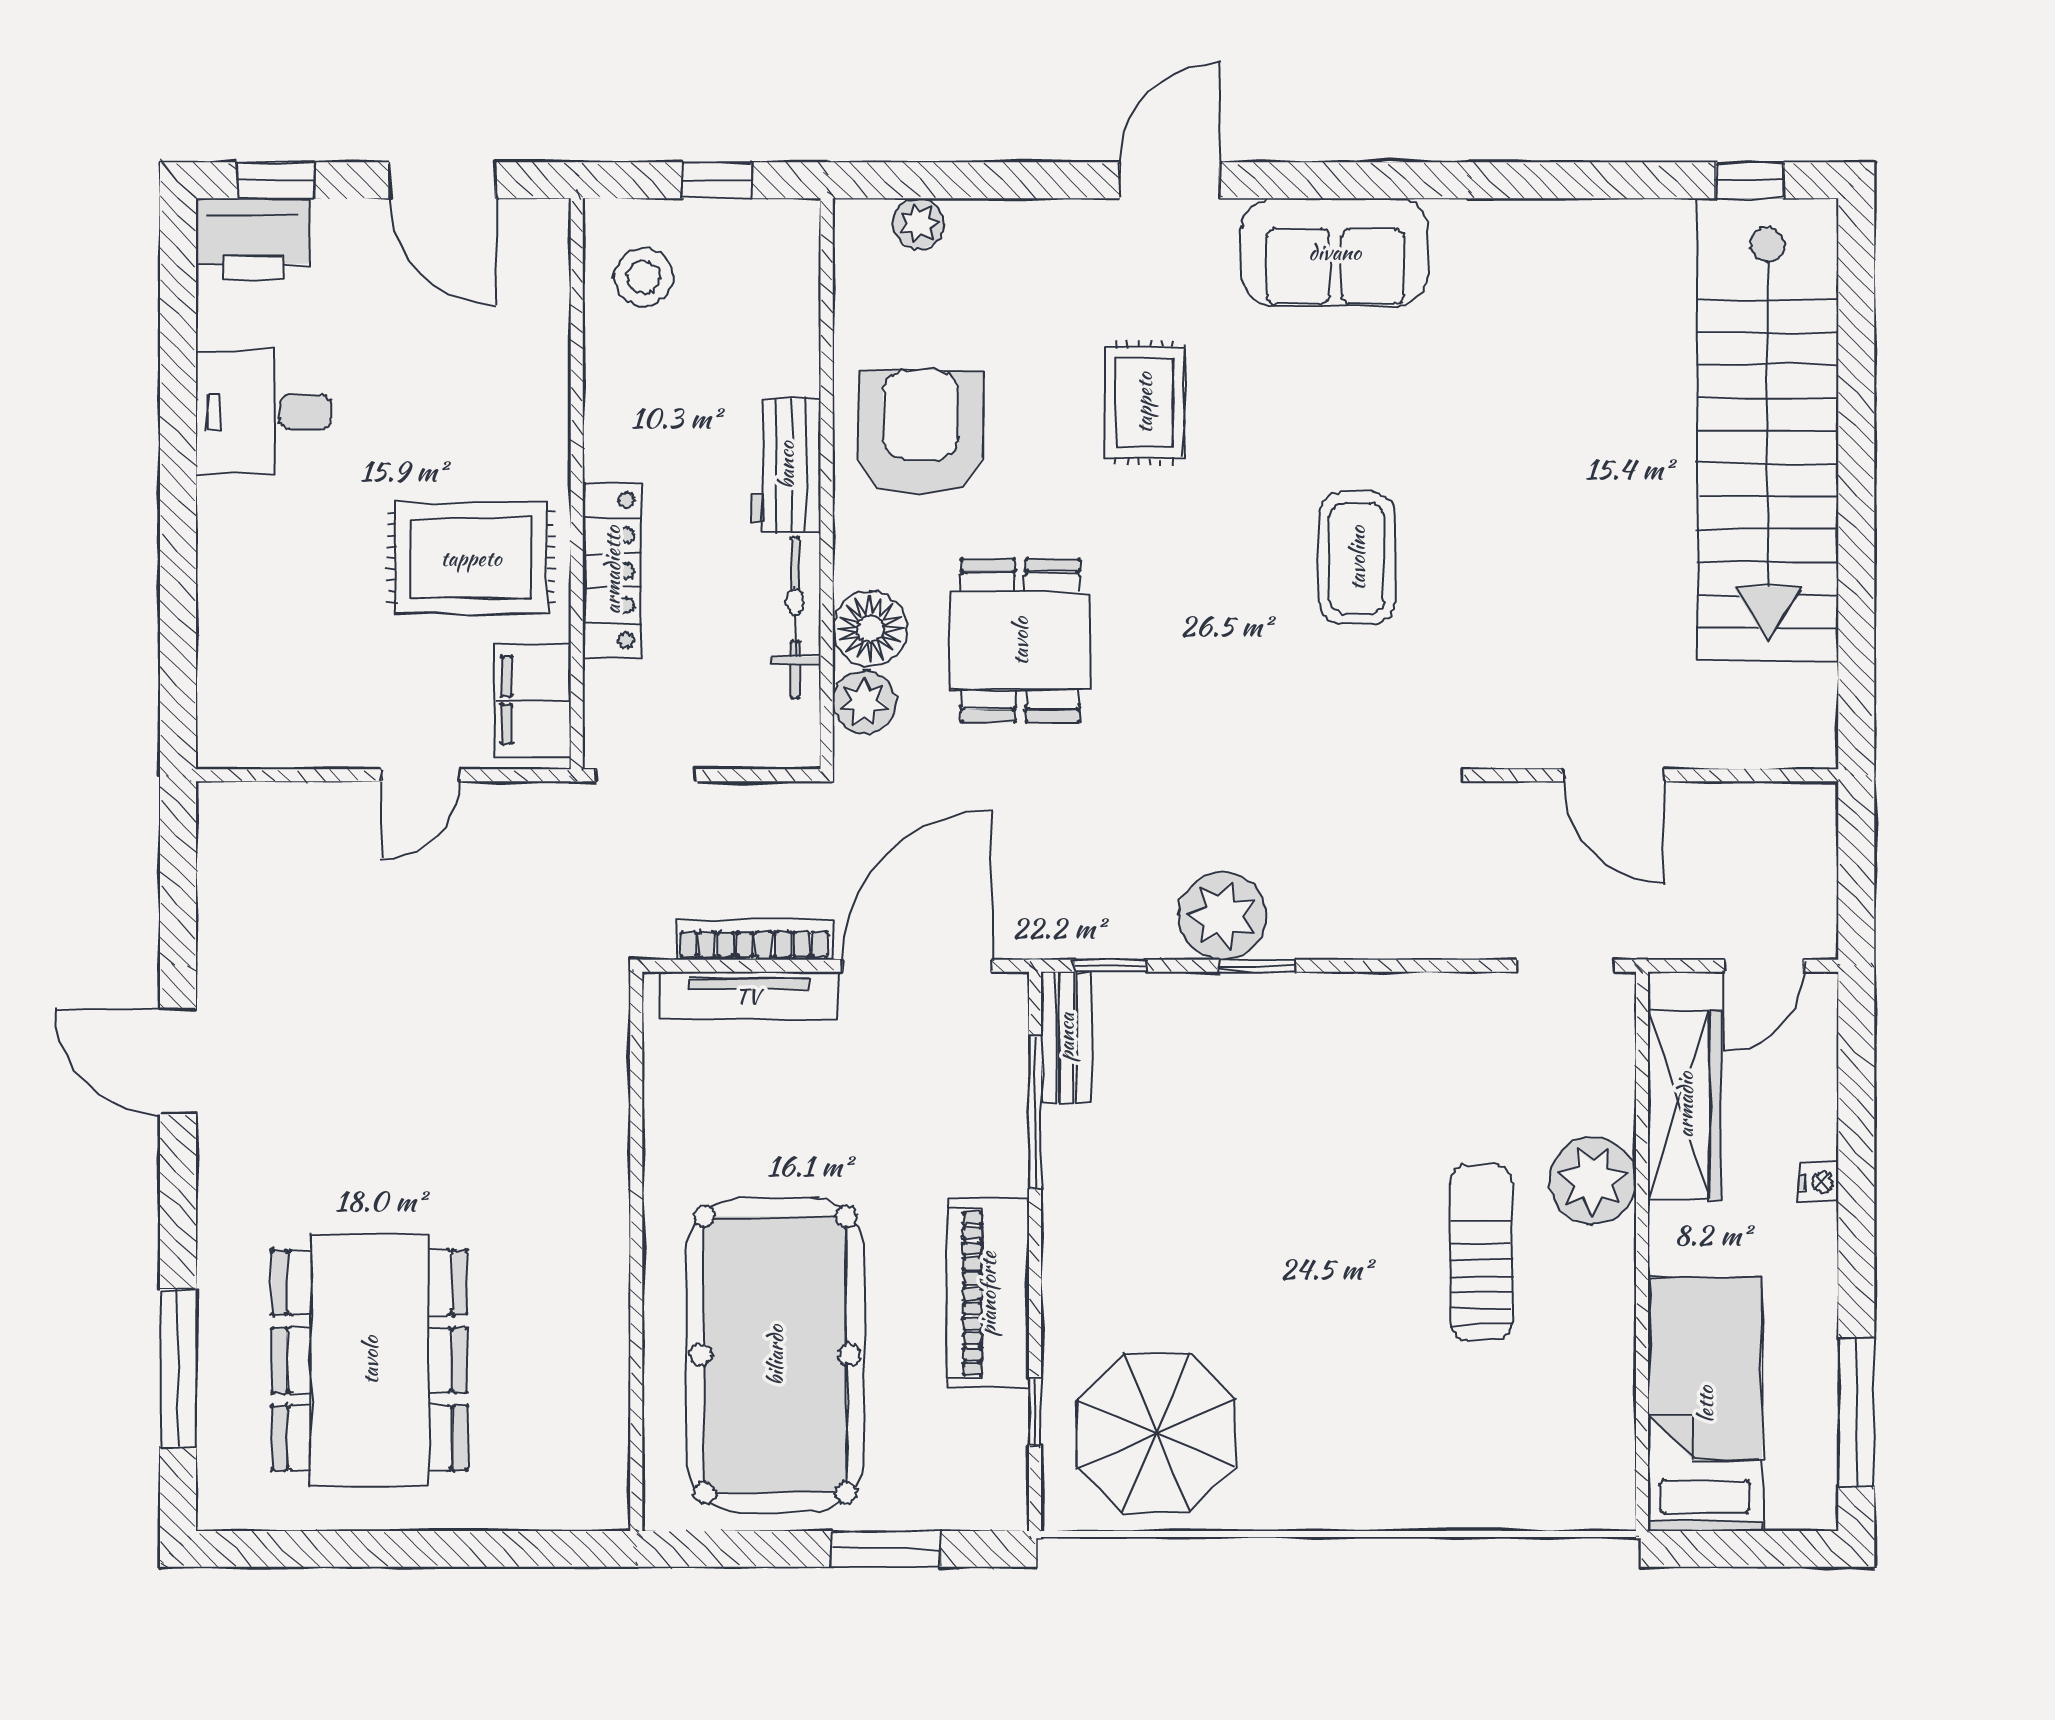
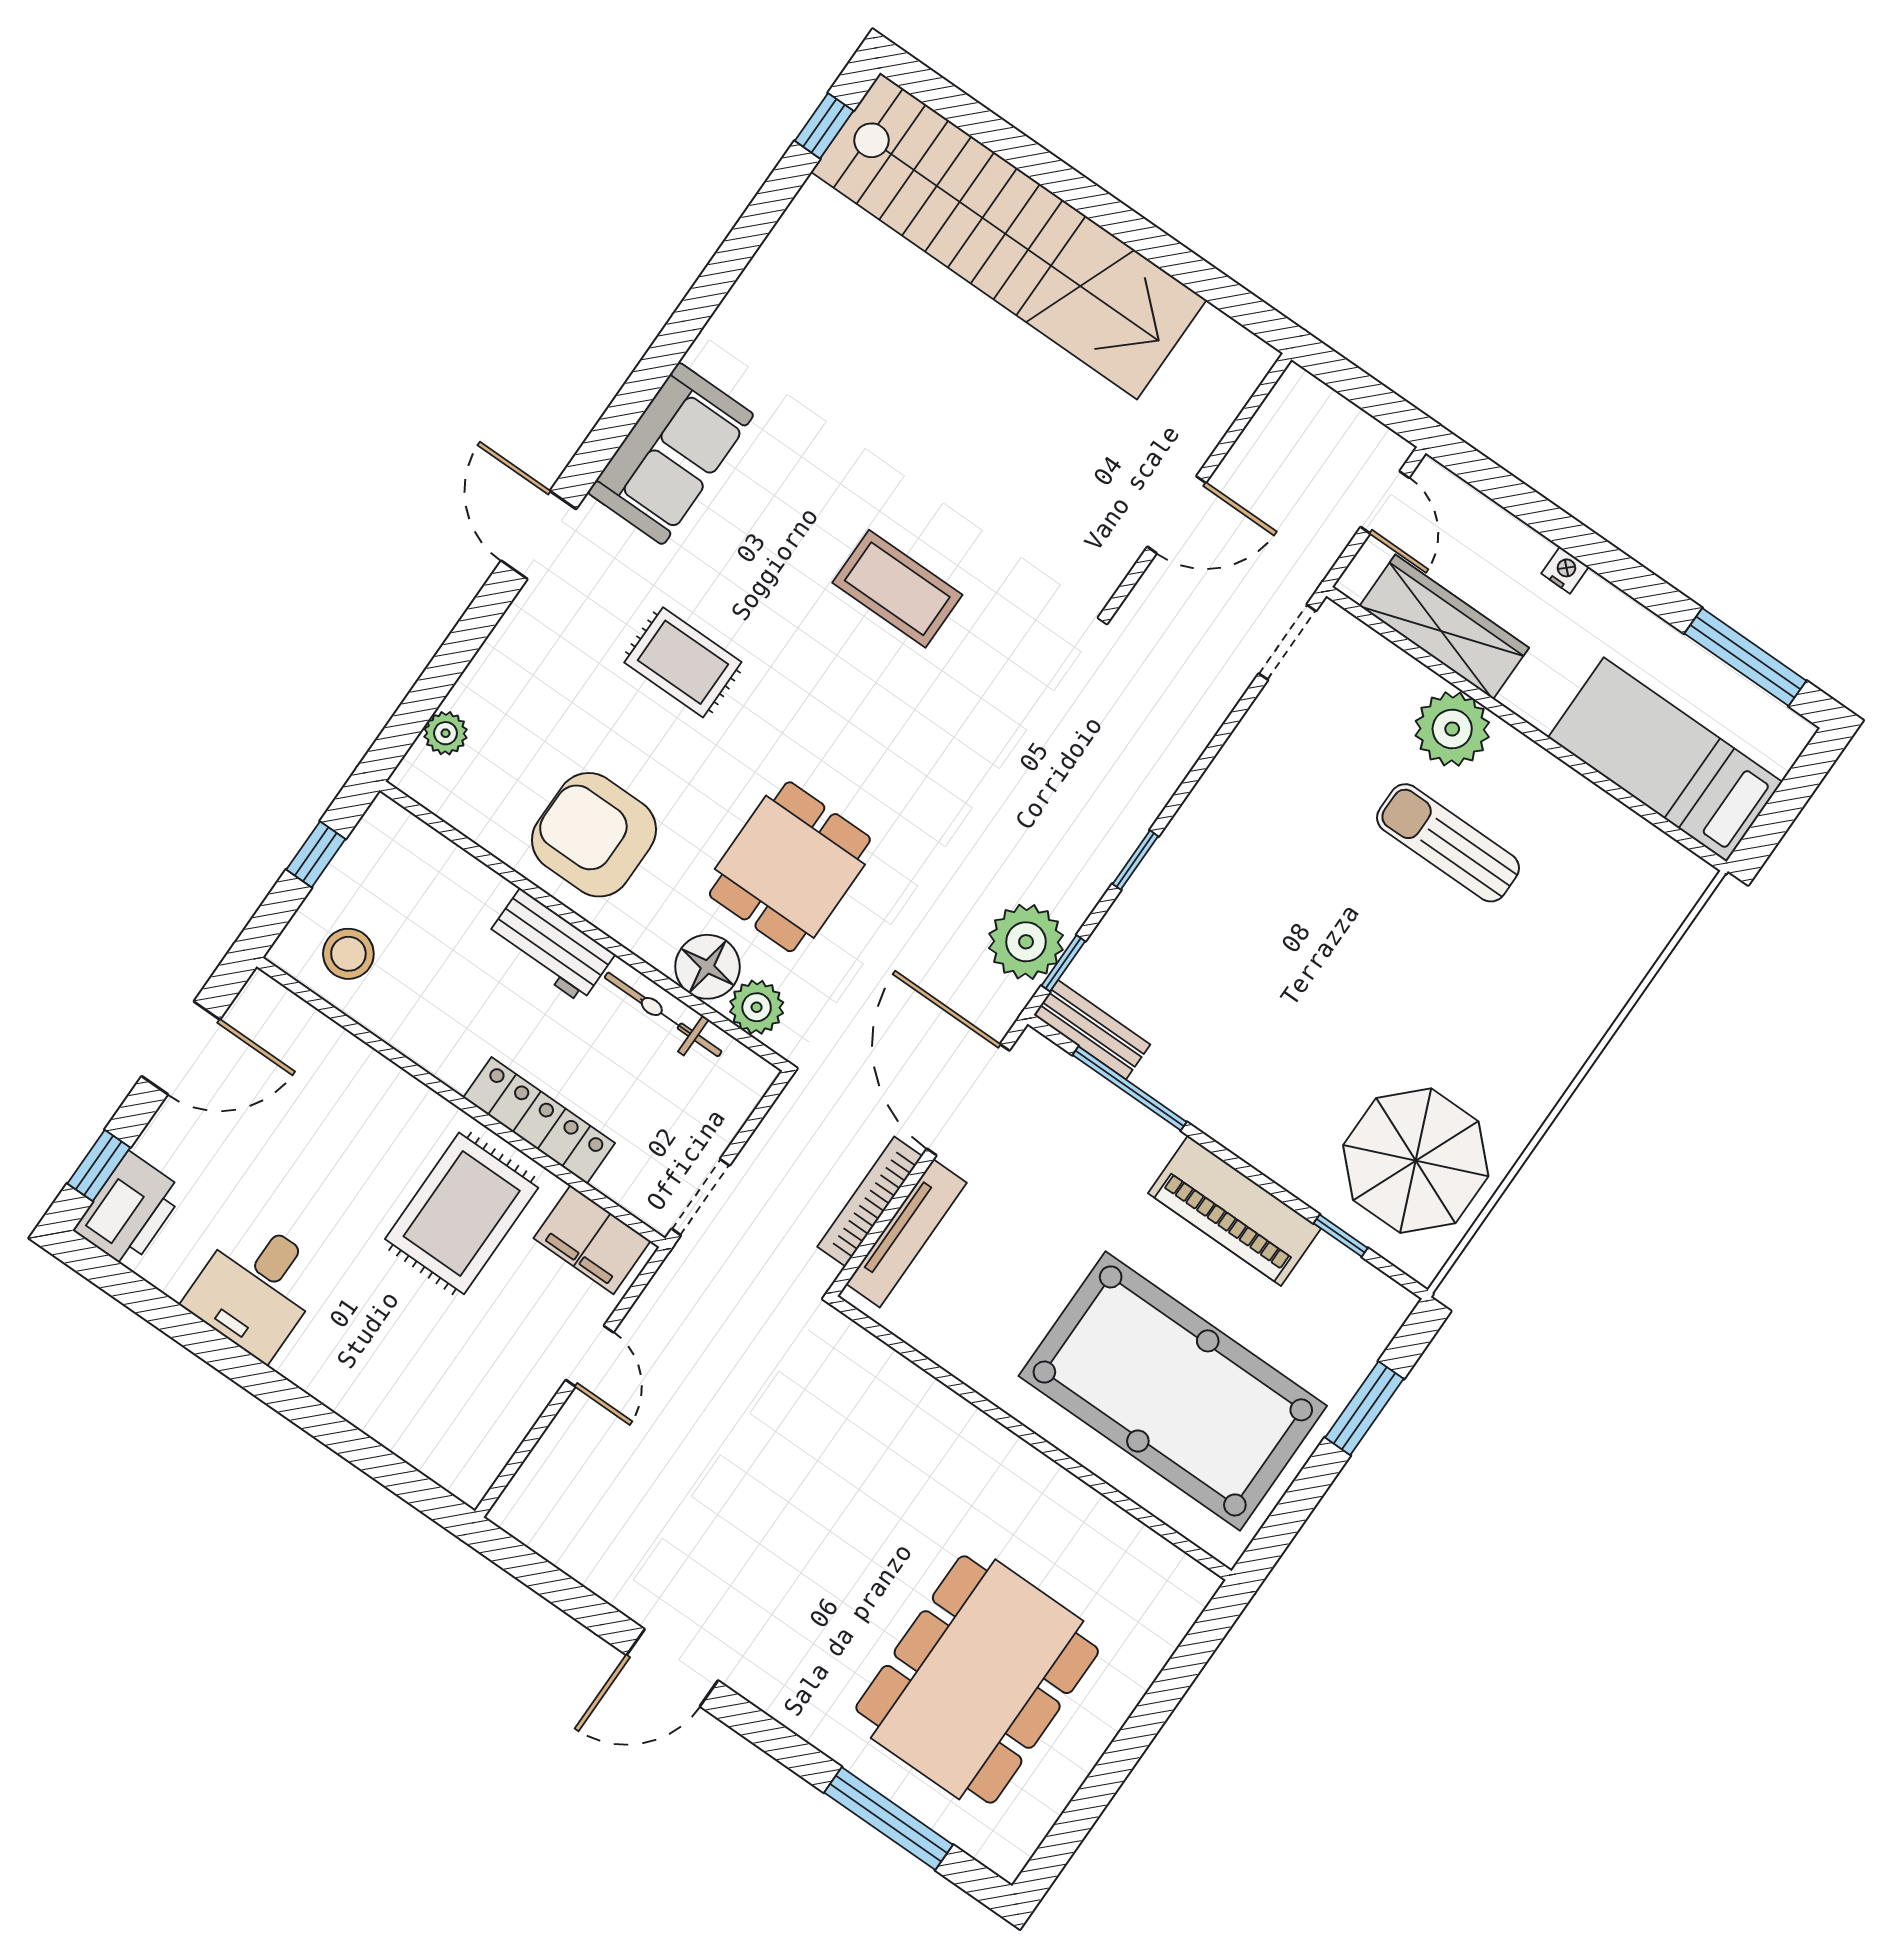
dining table: (1020, 641) -> (790, 867), turned 90
plant: (1223, 916) -> (1026, 942), moved
dining table: (370, 1360) -> (977, 1679), turned 90

